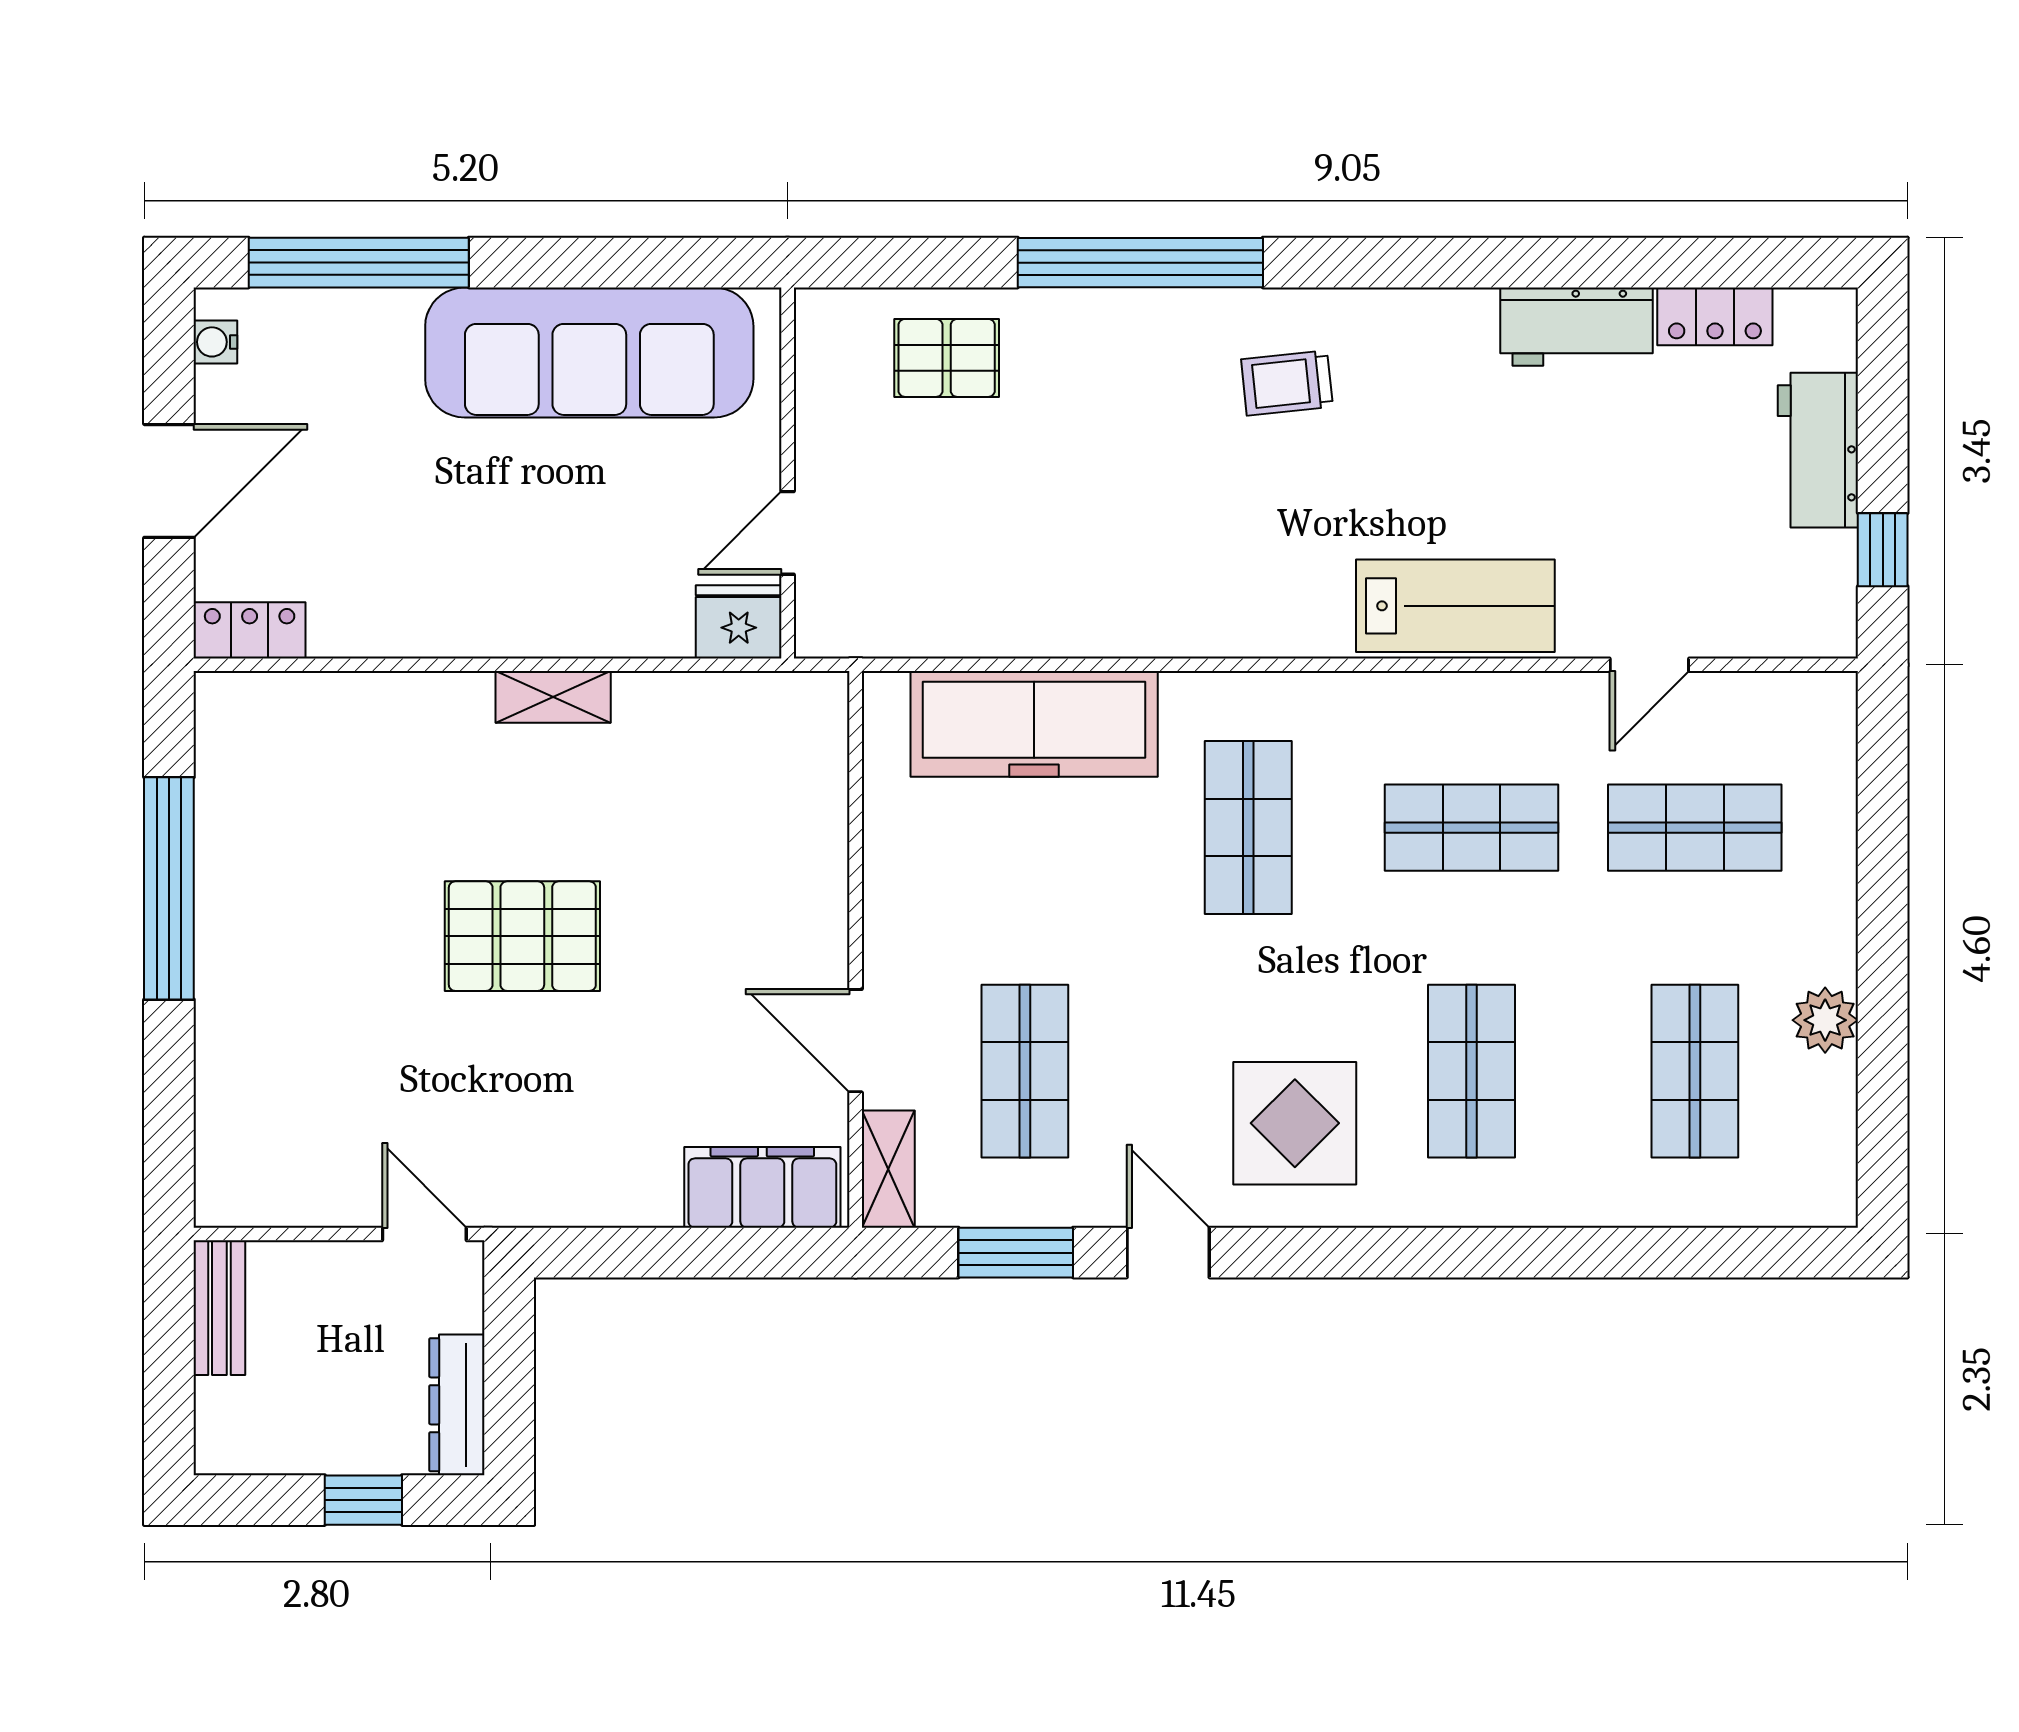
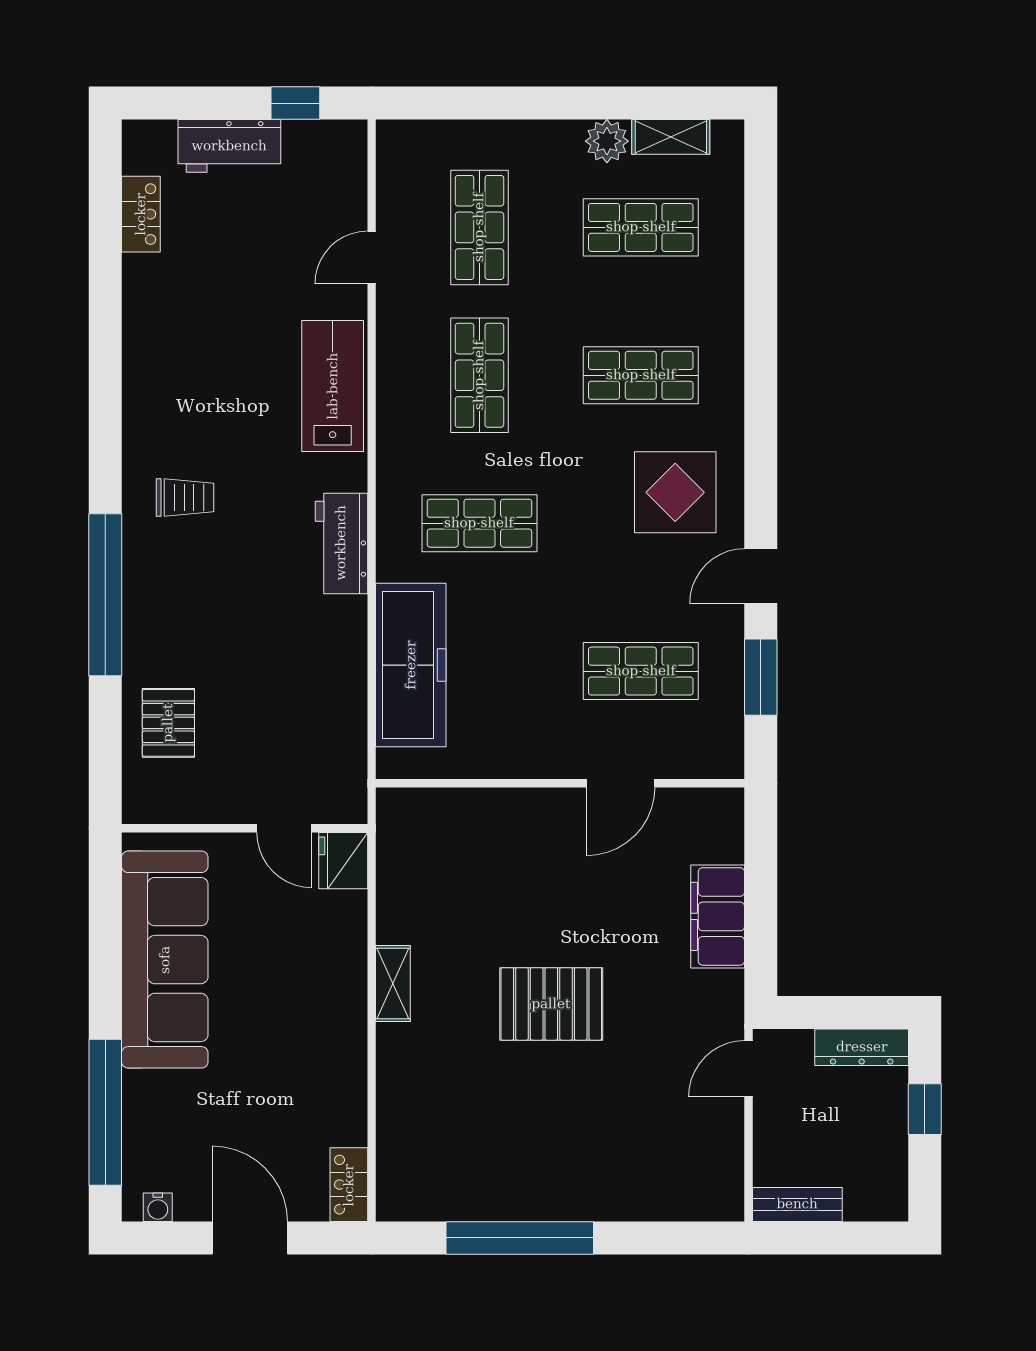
workbench: (1576, 327) -> (341, 543), moved, turned 180
trolley: (1287, 383) -> (185, 498), turned -84
door: (1649, 665) -> (372, 258), swing flipped
pallet: (522, 936) -> (551, 1004), turned 90
shelving: (888, 1169) -> (671, 137), moved
filing cabinet: (762, 1187) -> (718, 916), moved

